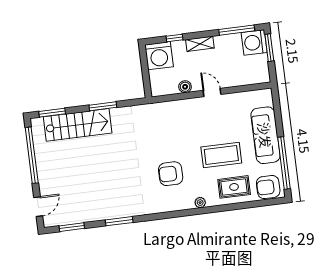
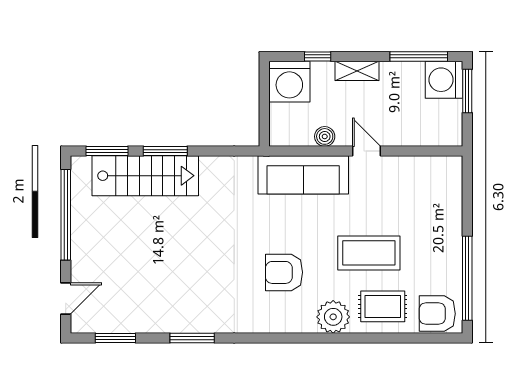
window: (103, 106) -> (165, 151), moved
sofa: (265, 135) -> (303, 175), moved, turned -90
plant: (200, 203) -> (333, 317), width x1.88, depth x1.88

